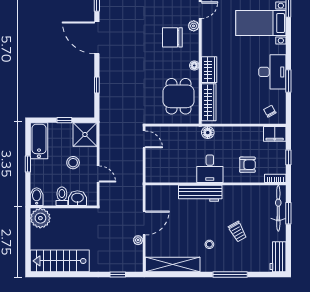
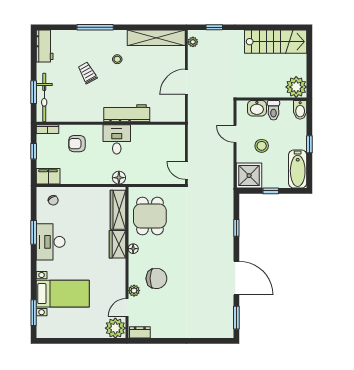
plant: (138, 240) -> (193, 42), moved

